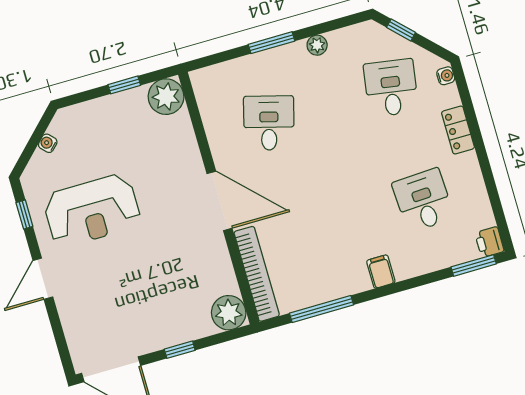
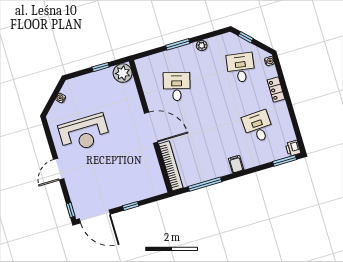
window: (24, 214) -> (71, 210), moved
plant: (229, 313) -> (156, 186), removed

